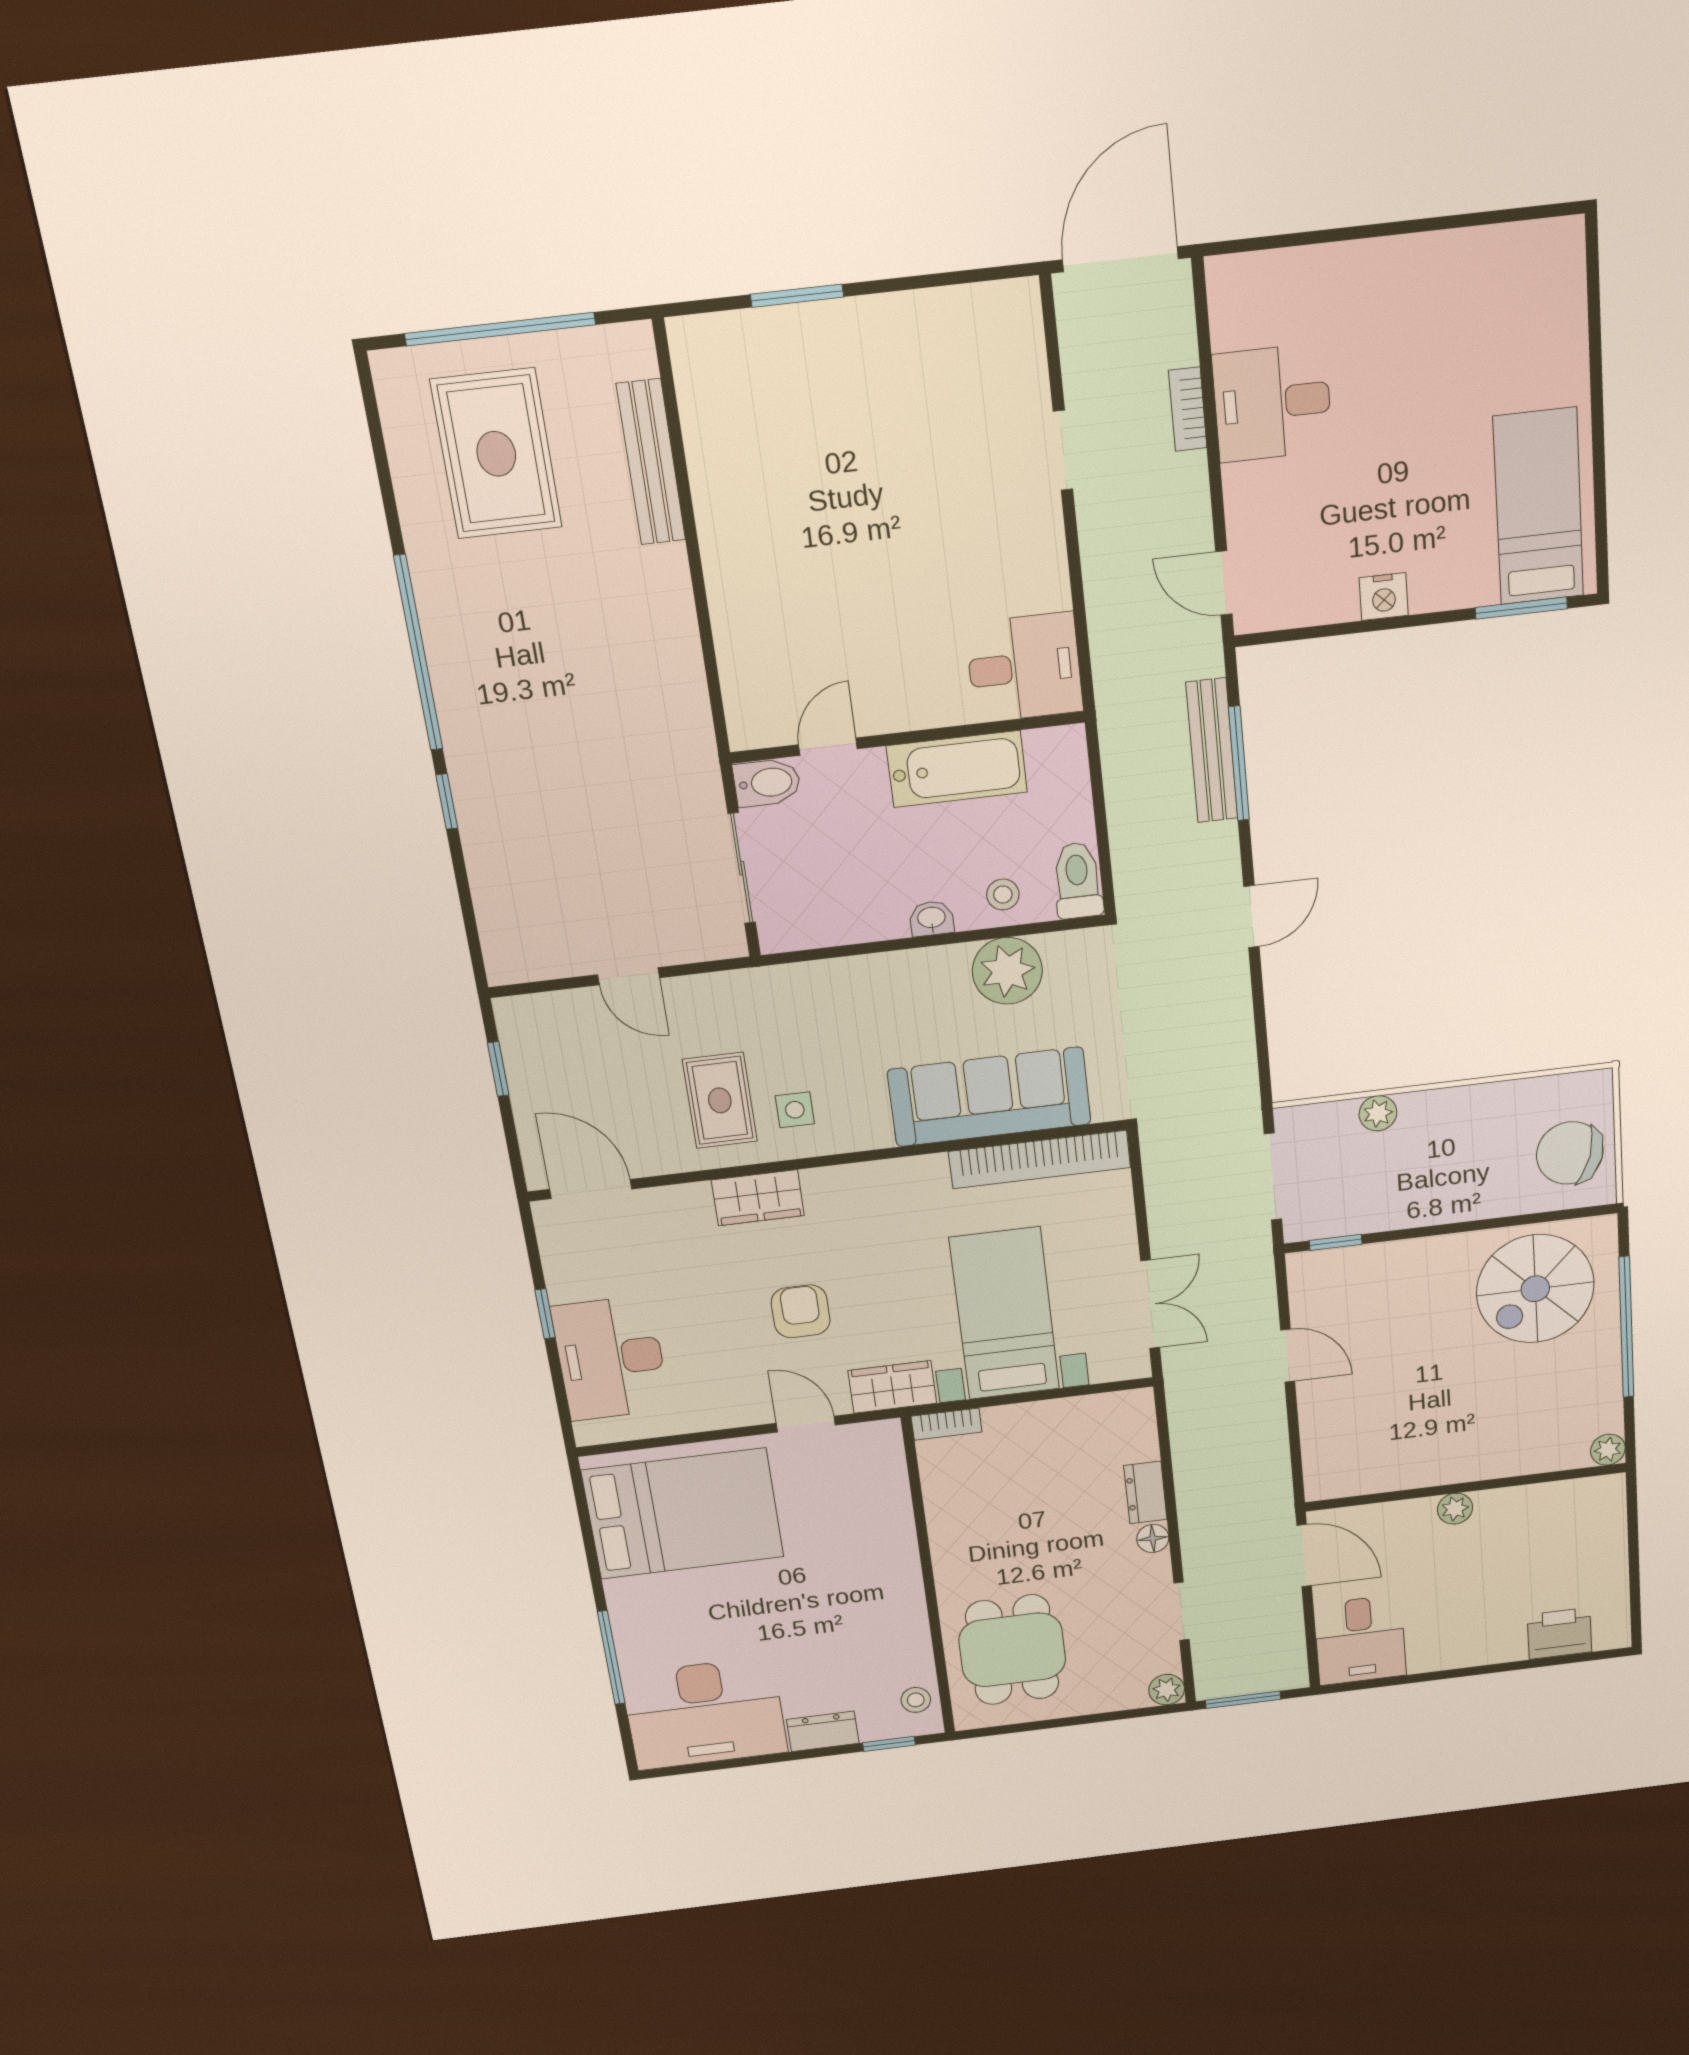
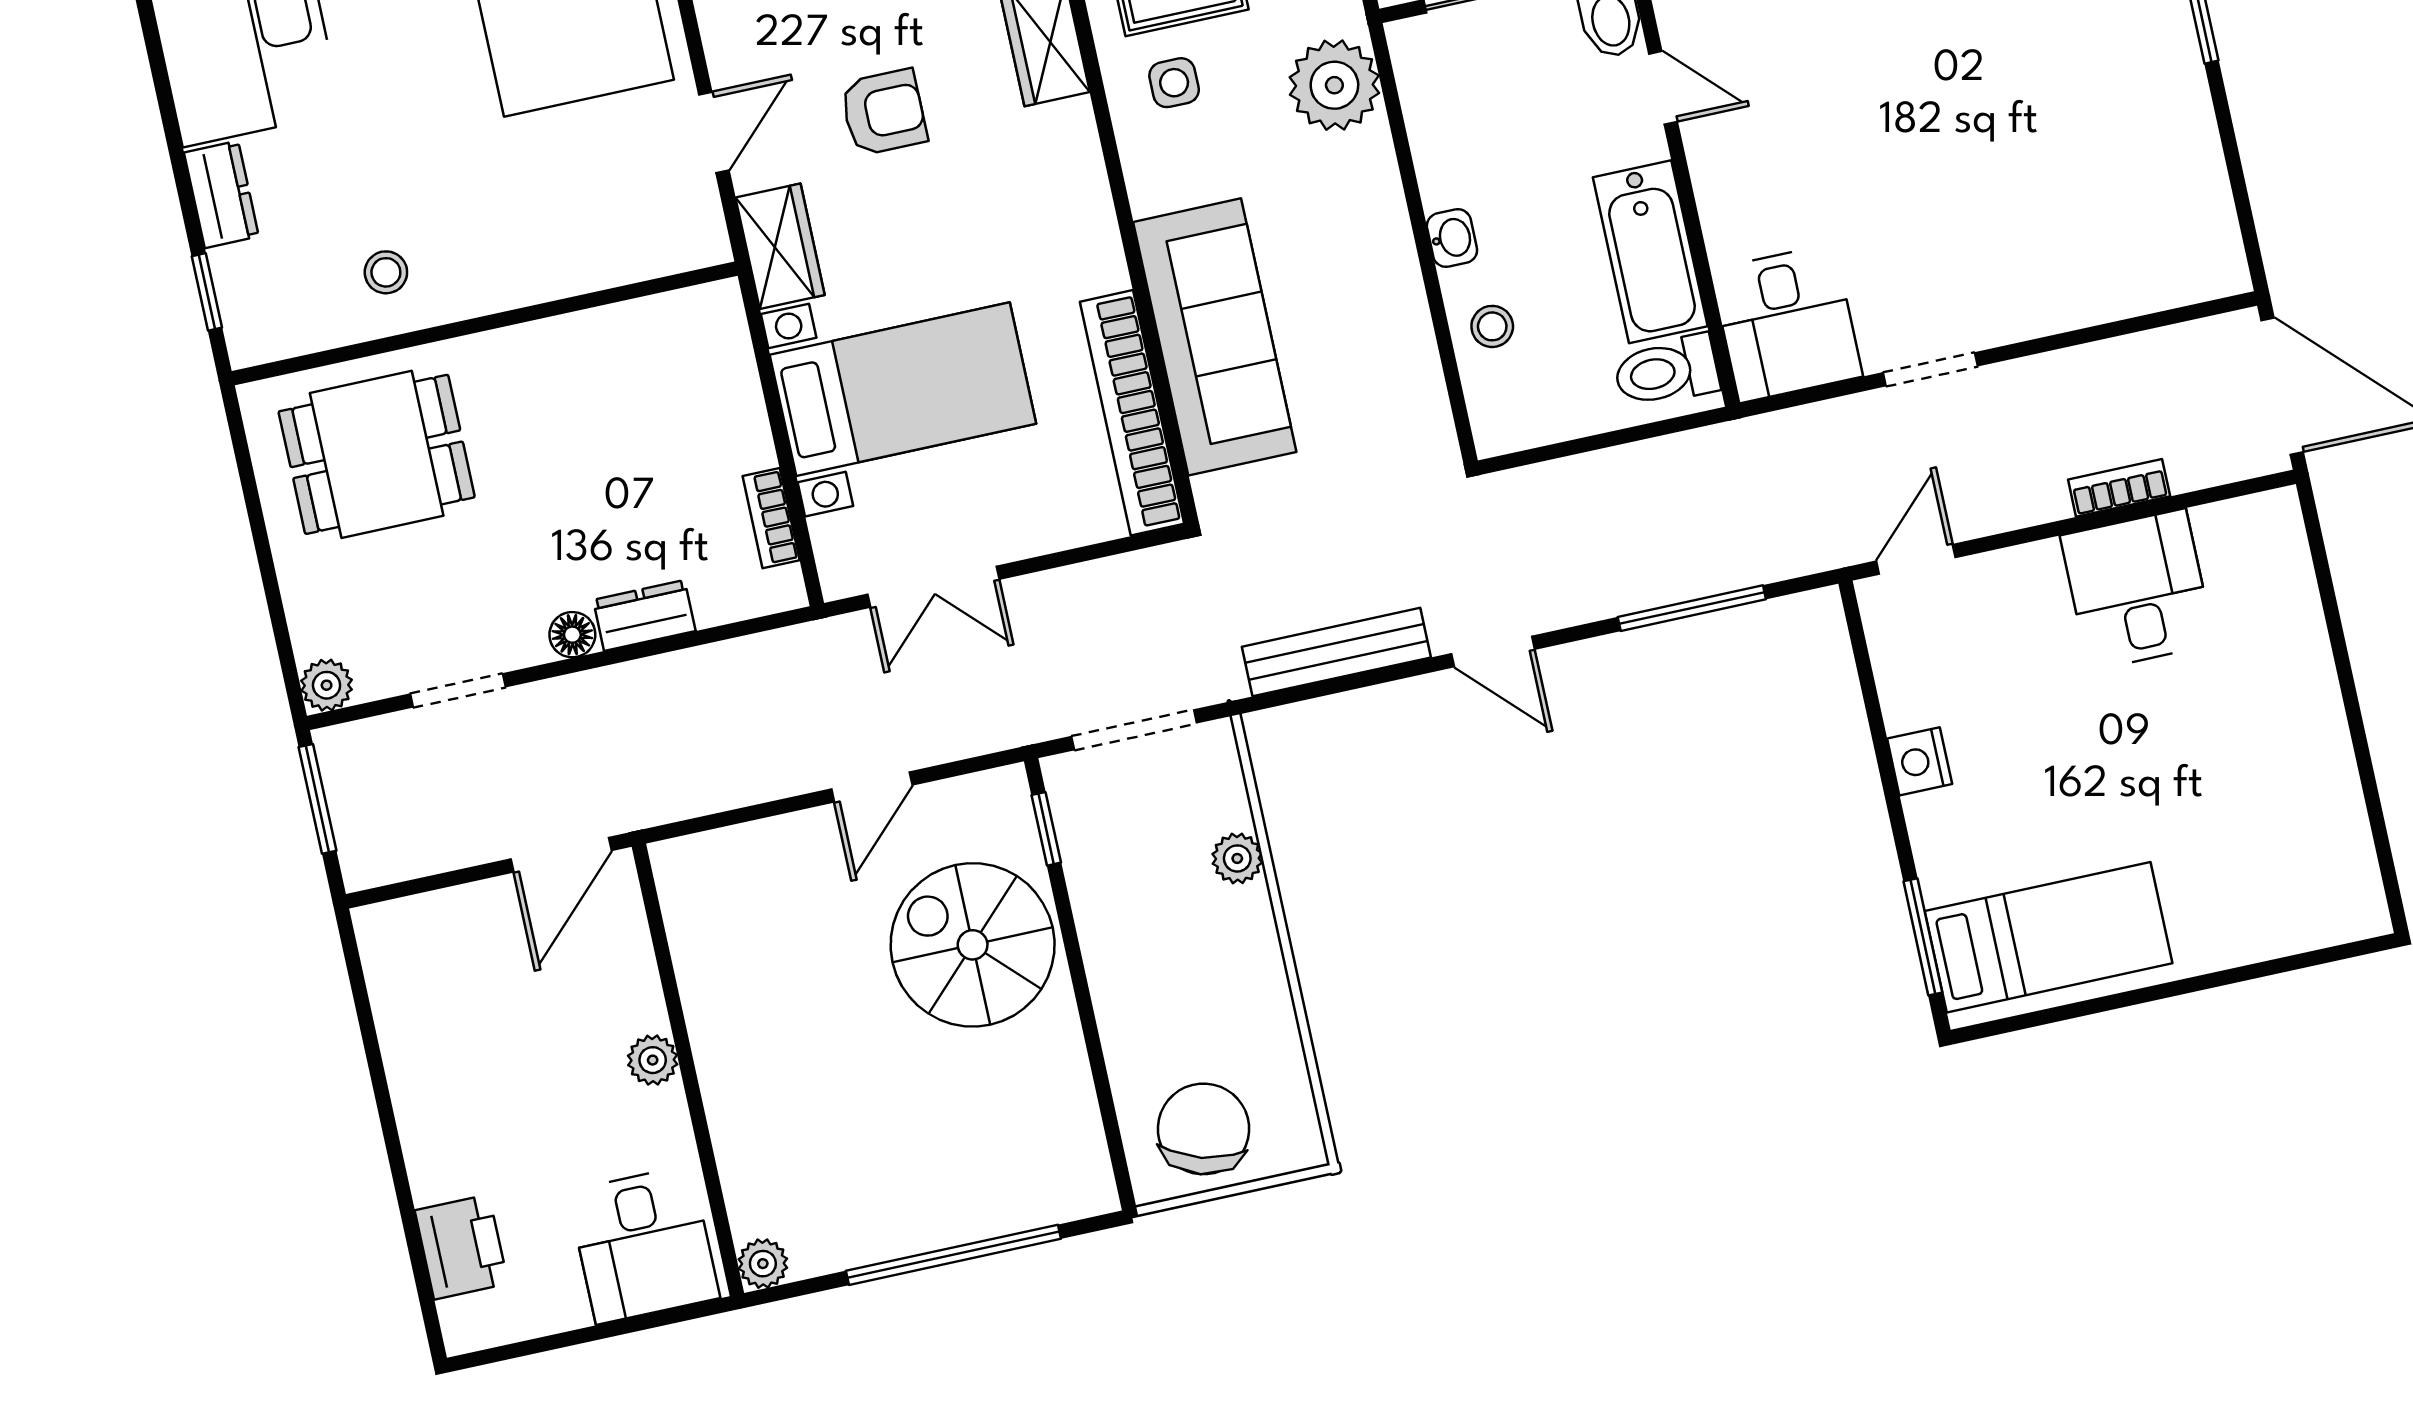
doorway: (1063, 450) -> (1930, 369), moved
bench: (1212, 751) -> (1336, 652), moved
toilet: (1078, 880) -> (1666, 371), moved, turned 180
plant: (1007, 971) -> (1334, 85), moved
spiral stairs: (1535, 1289) -> (973, 945), moved
bookcase: (947, 1424) -> (771, 518), moved
desk: (1360, 1640) -> (644, 1245), moved, turned -90
stool: (916, 1700) -> (386, 272), moved

